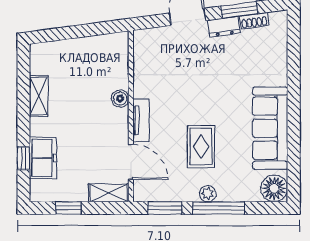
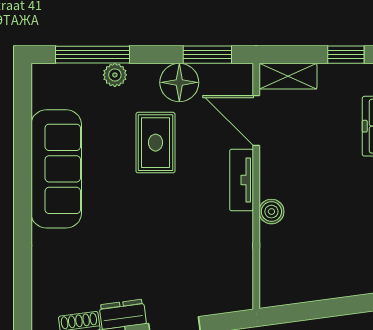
floor lamp: (274, 188) -> (179, 82), moved
plant: (208, 194) -> (115, 75), moved
window: (218, 208) -> (92, 55), moved

